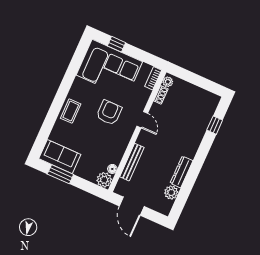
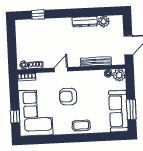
sofa: (60, 157) -> (118, 111), width x1.36

